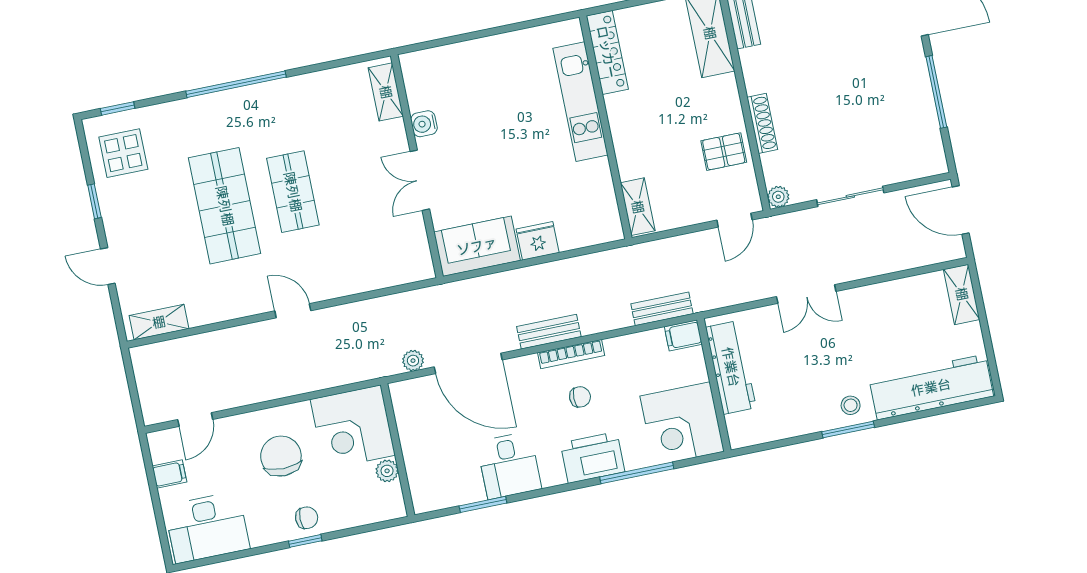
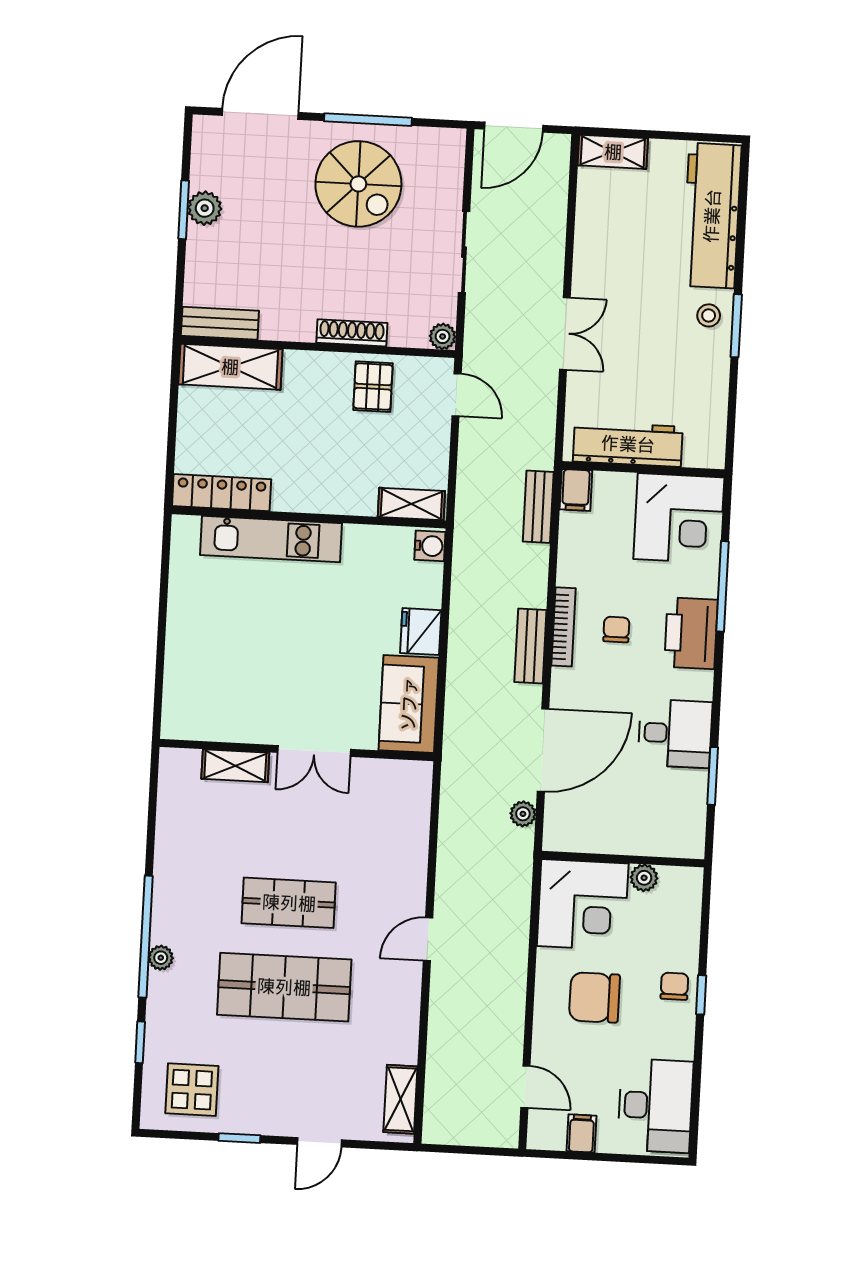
shelving: (386, 92) -> (235, 766), moved
spiral stairs: (883, 98) -> (358, 184), added
plant: (222, 101) -> (161, 958), added
window: (118, 108) -> (140, 1042), moved
water cooler: (424, 124) -> (430, 546), moved, turned -90

